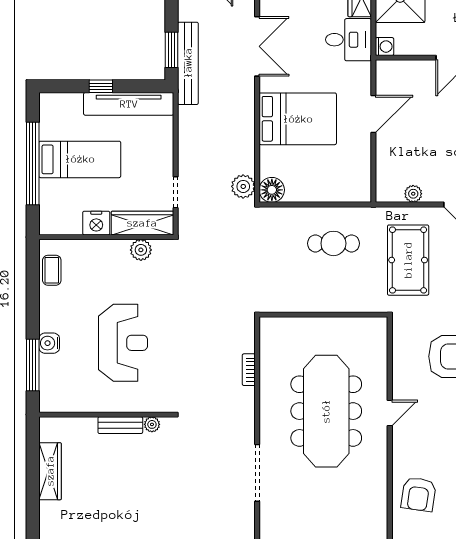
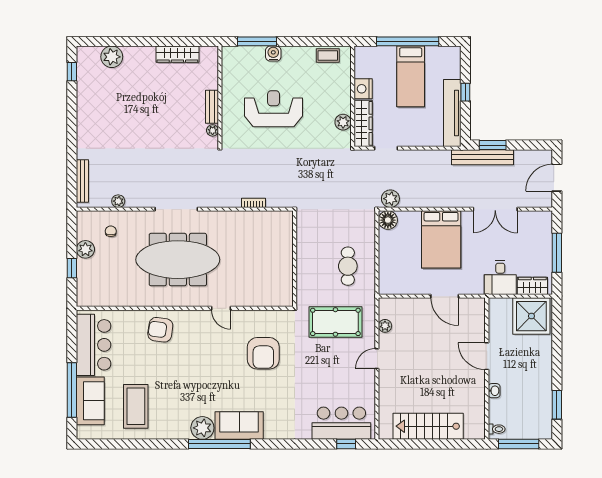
washing machine: (385, 47) -> (495, 304), removed
reception desk: (123, 343) -> (274, 109), turned 180
meeting table: (326, 411) -> (178, 260), moved

